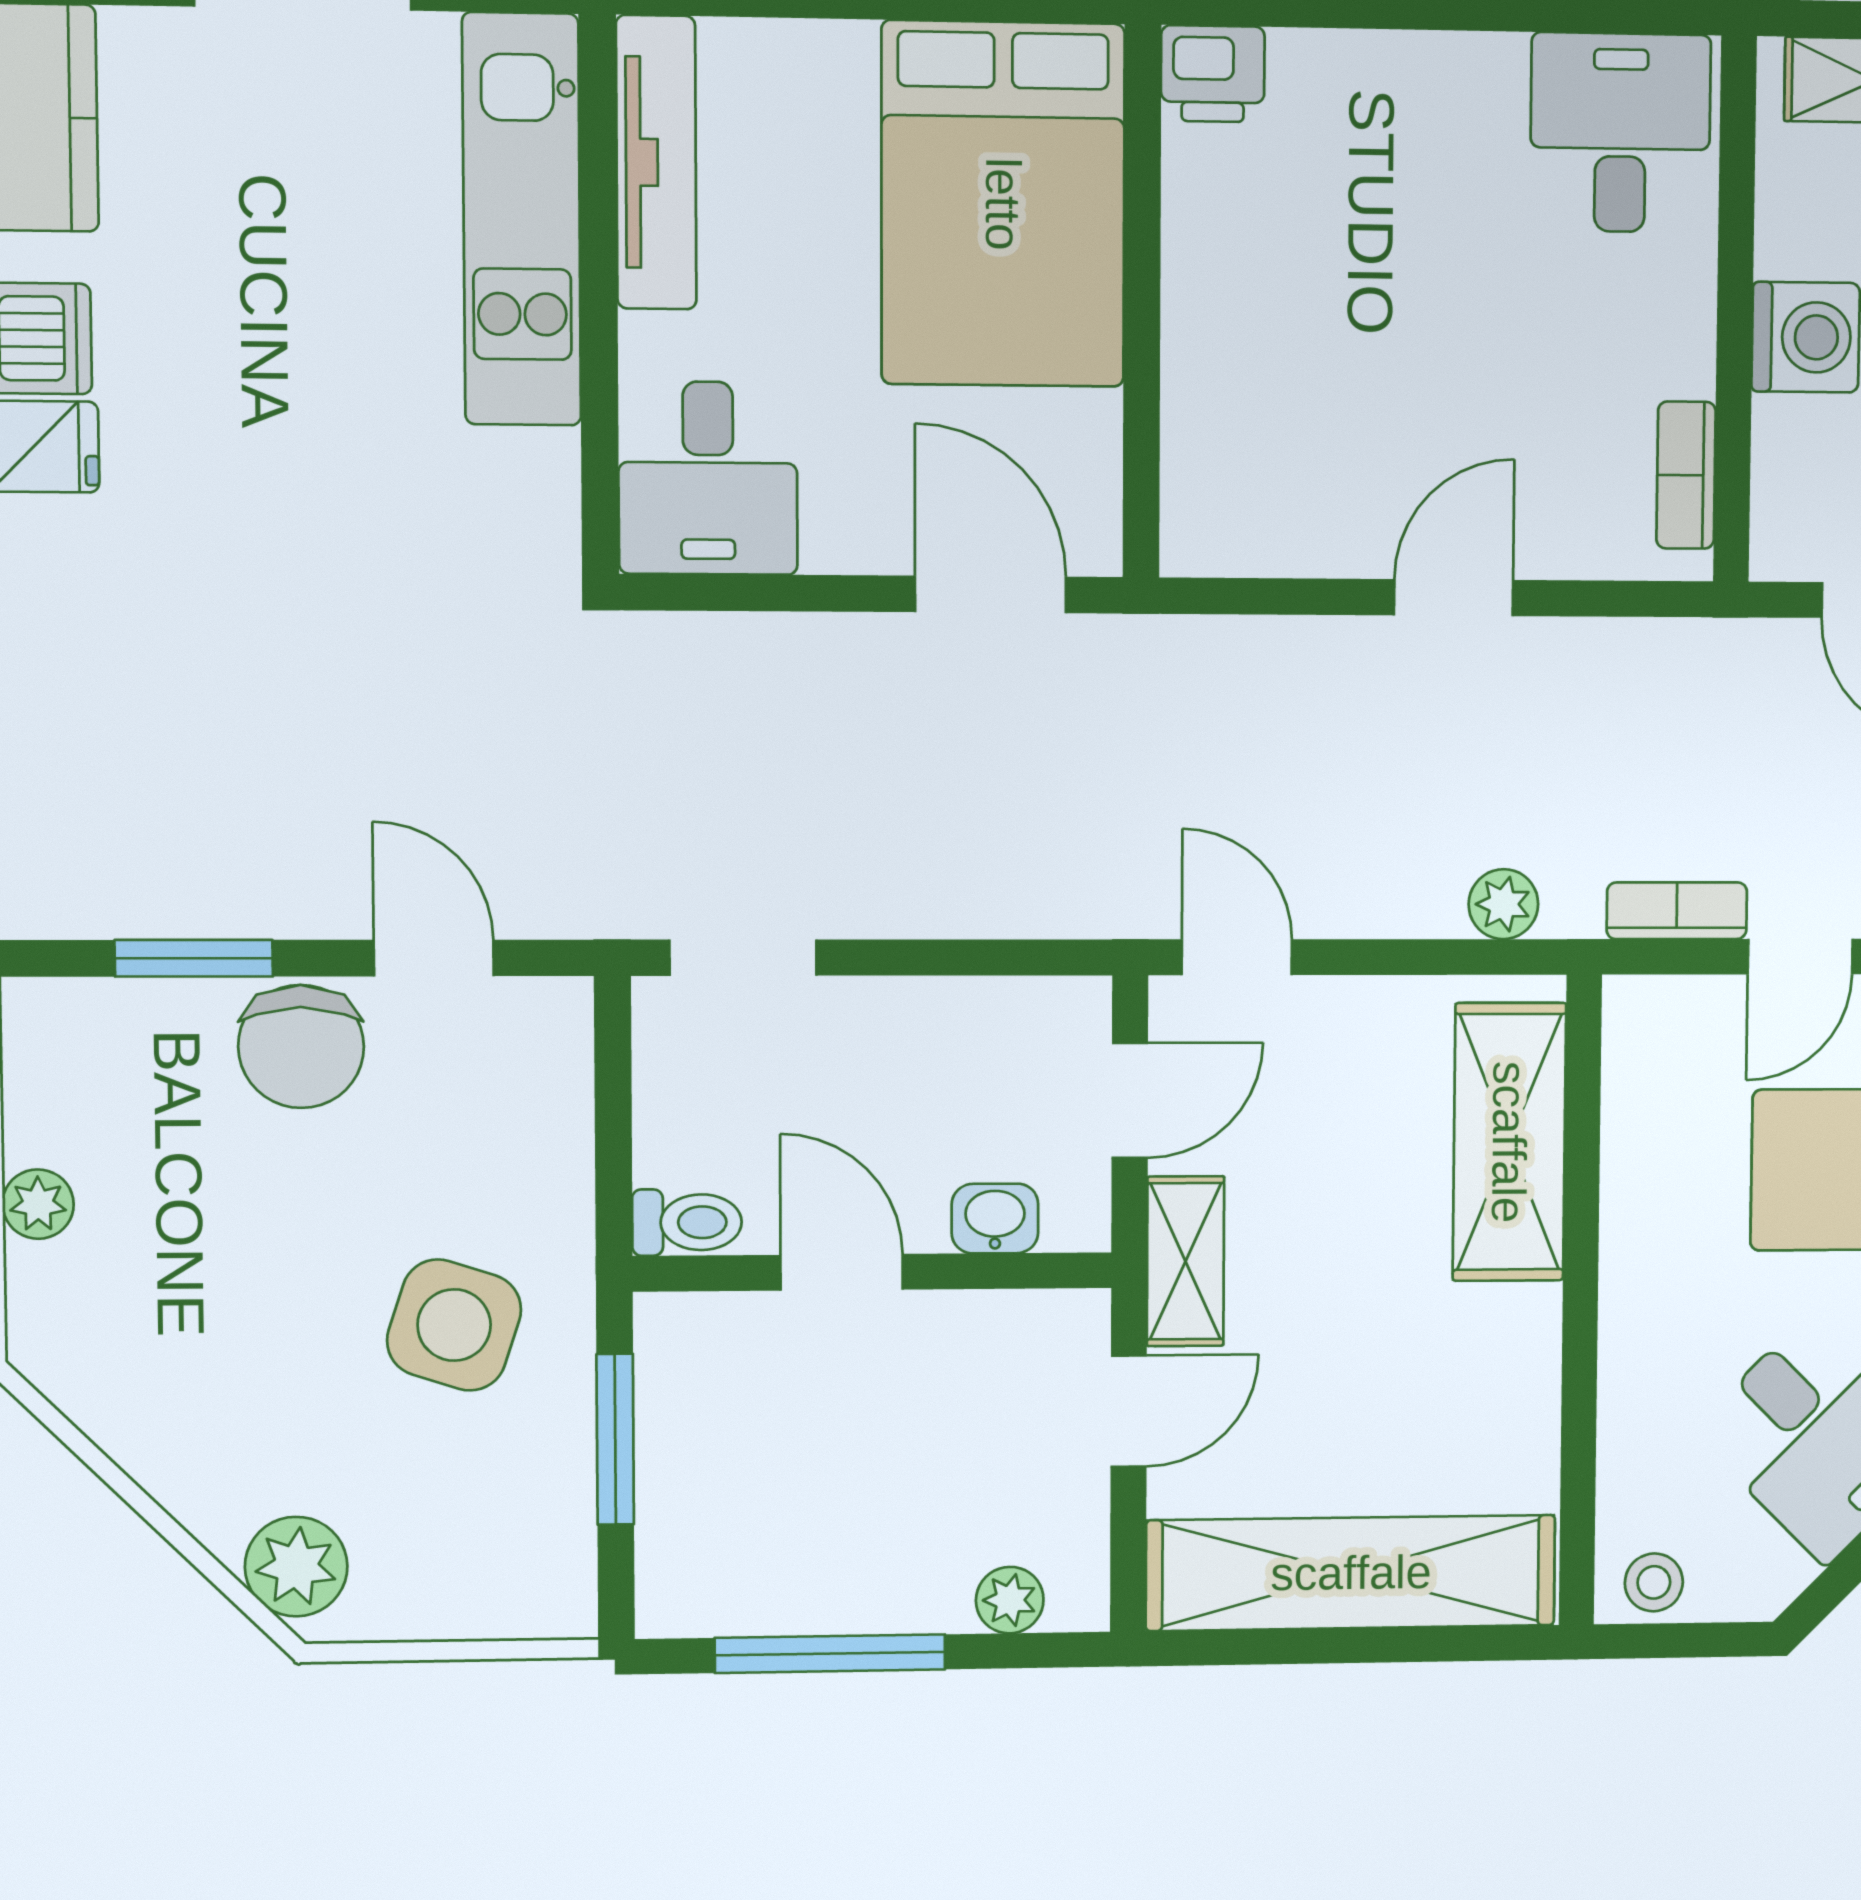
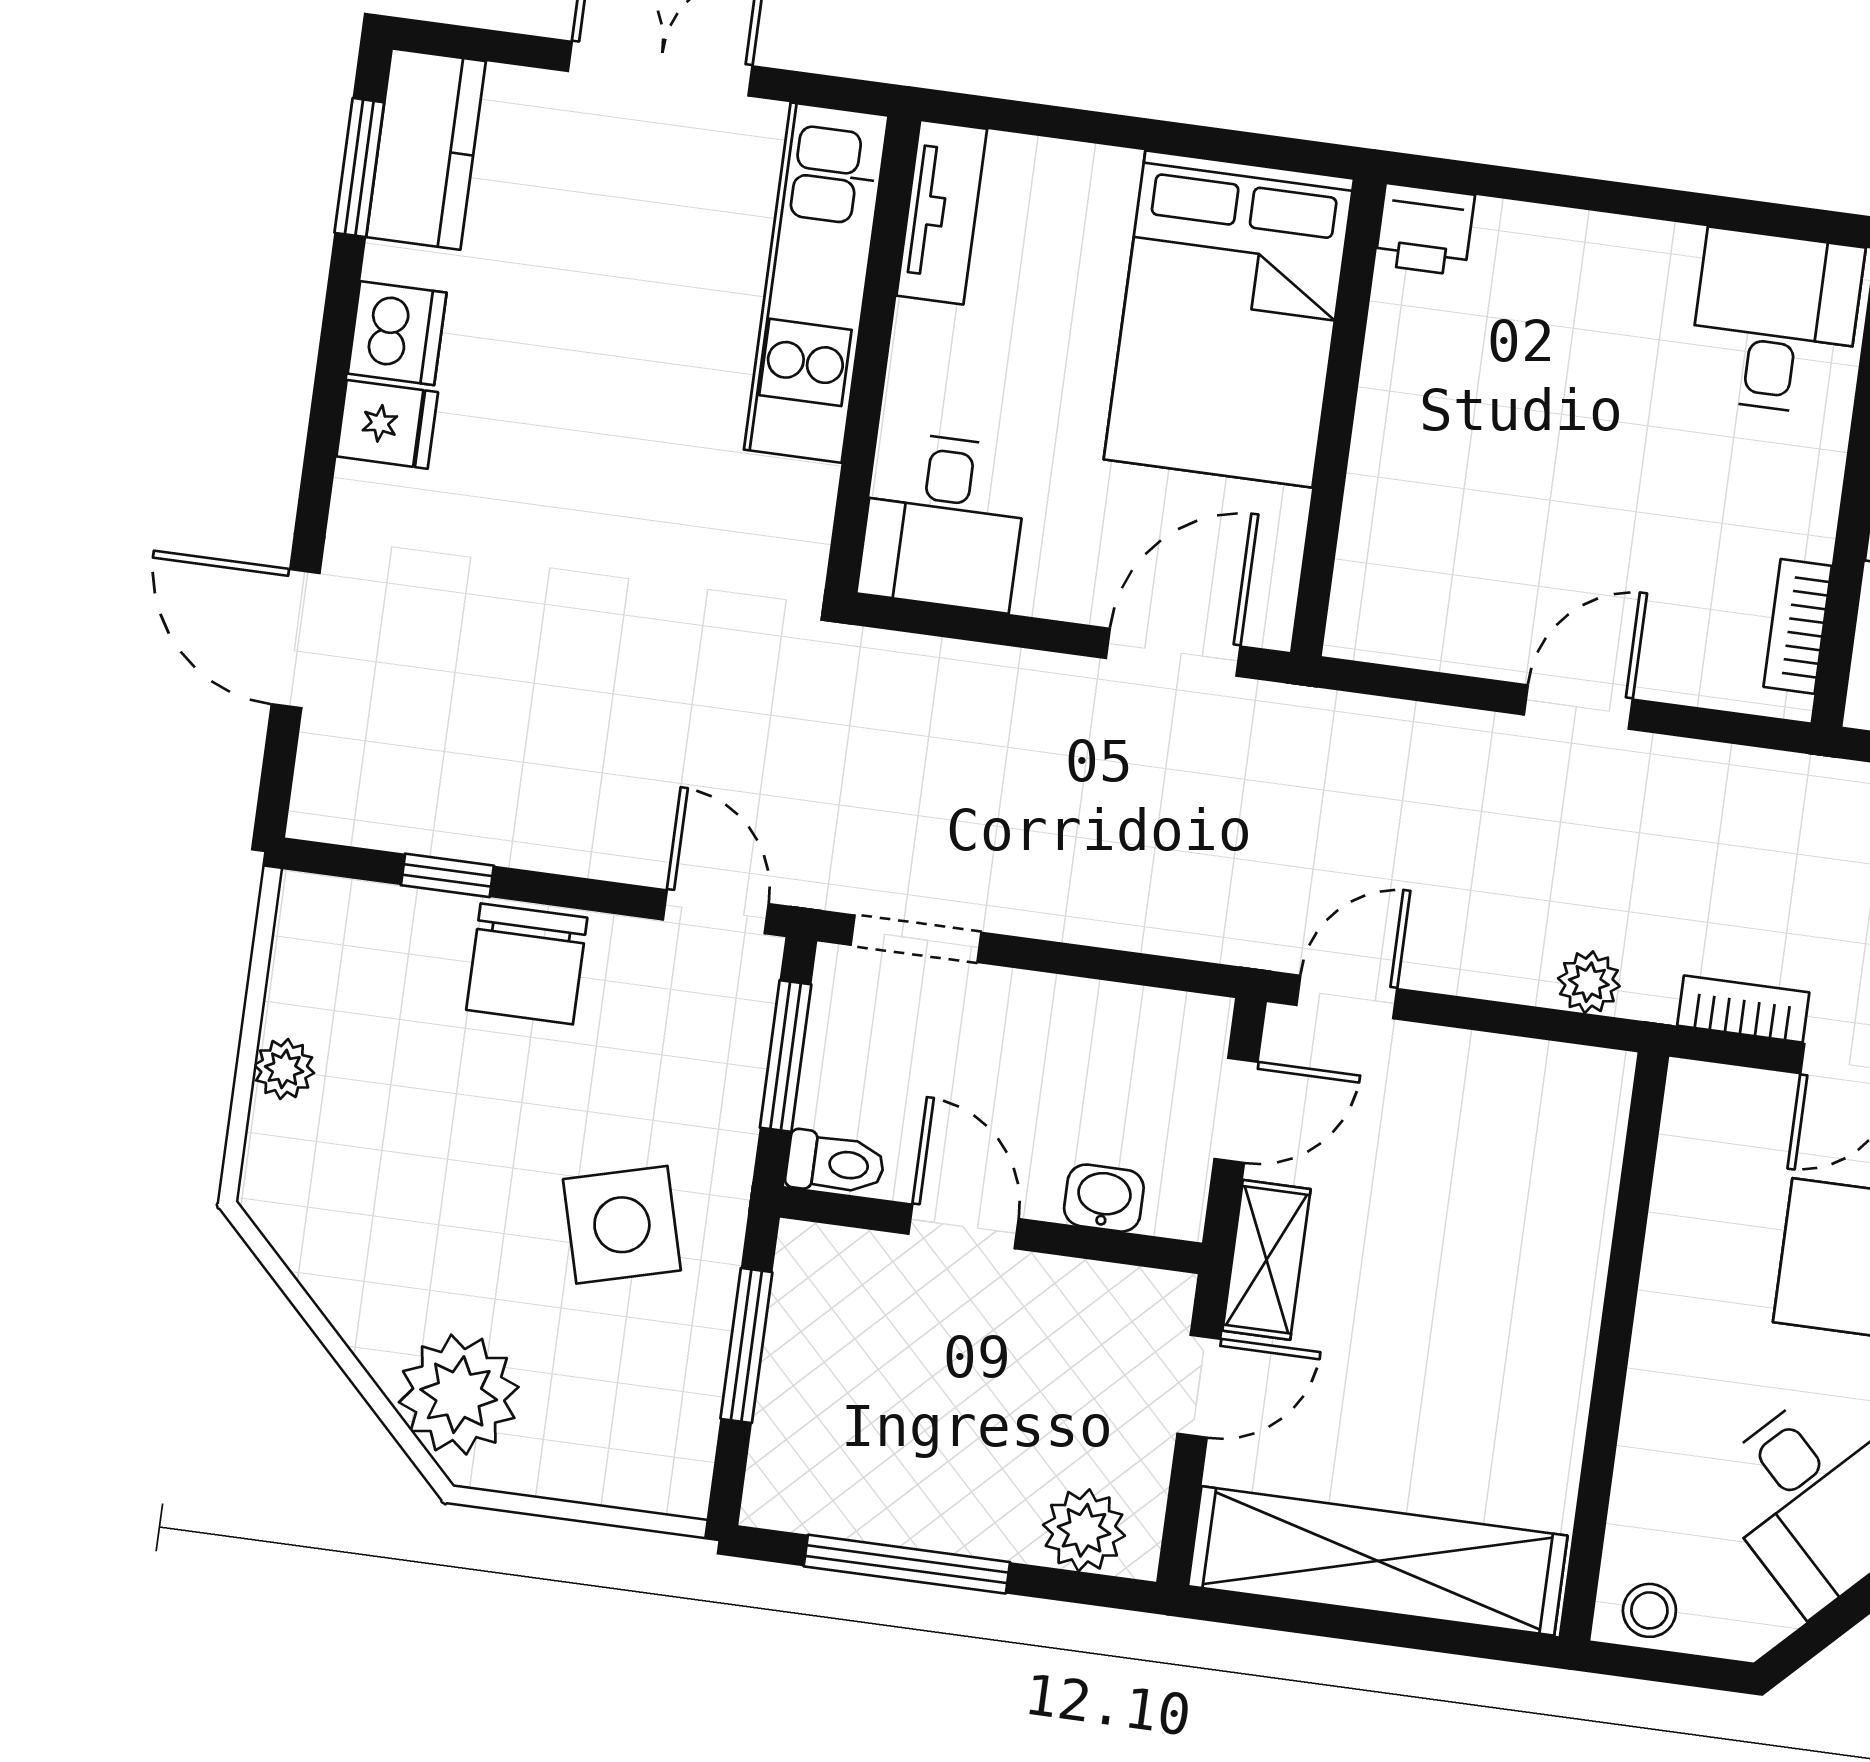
tv unit: (656, 162) -> (942, 212), width x0.71
door: (991, 594) -> (1173, 652), hinge flipped
door: (1237, 957) -> (1347, 997), hinge flipped
window: (194, 958) -> (447, 875), width x0.67
door: (434, 958) -> (716, 912), moved
window: (613, 1110) -> (786, 1056), added
shelving: (1509, 1142) -> (1568, 1194), removed
side table: (454, 1325) -> (622, 1225), turned -33
plant: (296, 1567) -> (459, 1395), width x1.36, depth x1.36
plant: (1010, 1600) -> (1084, 1530), width x1.38, depth x1.38

